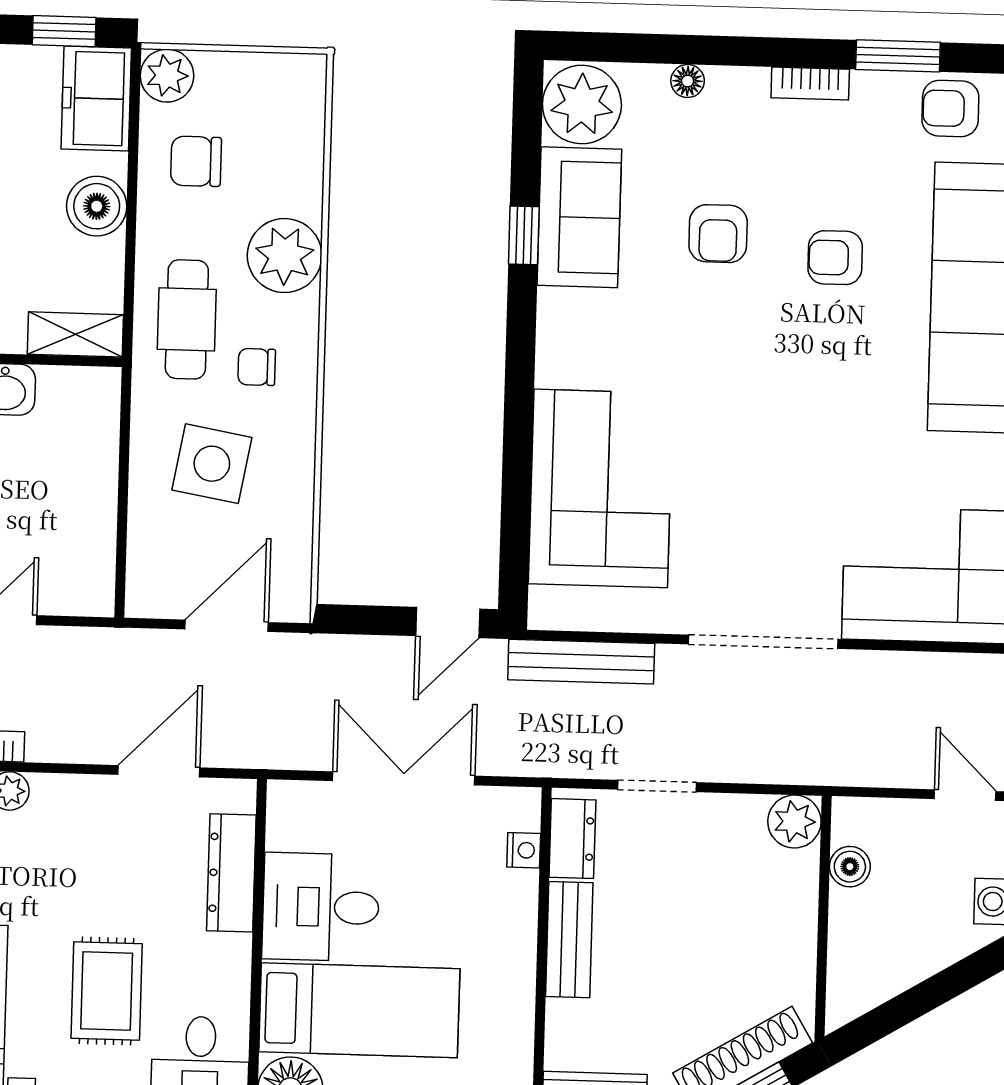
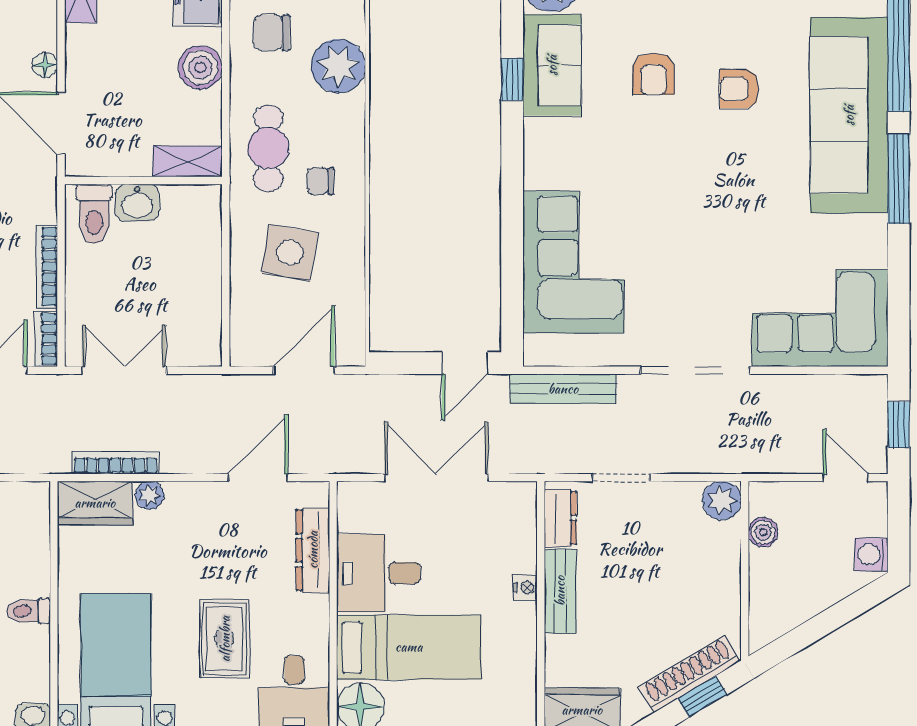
plant: (285, 256) -> (338, 66), moved
nightstand: (524, 850) -> (525, 588), moved

